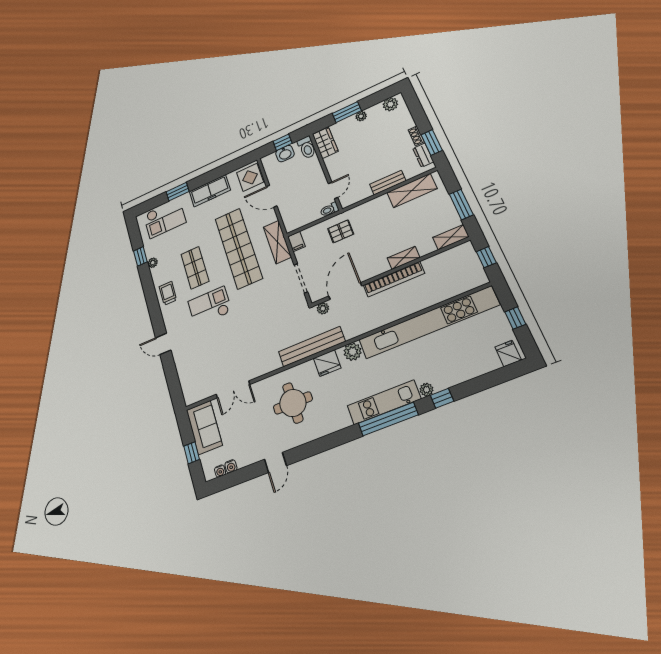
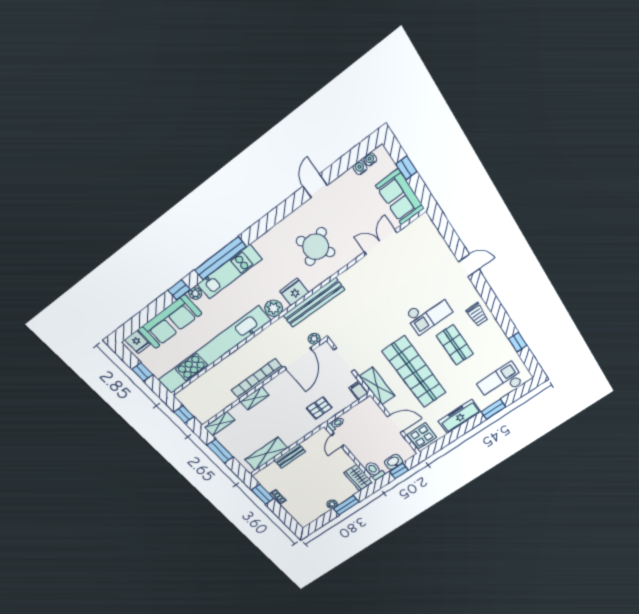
plant: (390, 104) -> (309, 518), removed
dresser: (423, 155) -> (266, 483), removed
plant: (153, 263) -> (502, 339), removed
sofa: (464, 367) -> (170, 322), added
round table: (293, 403) -> (316, 247), turned -32

